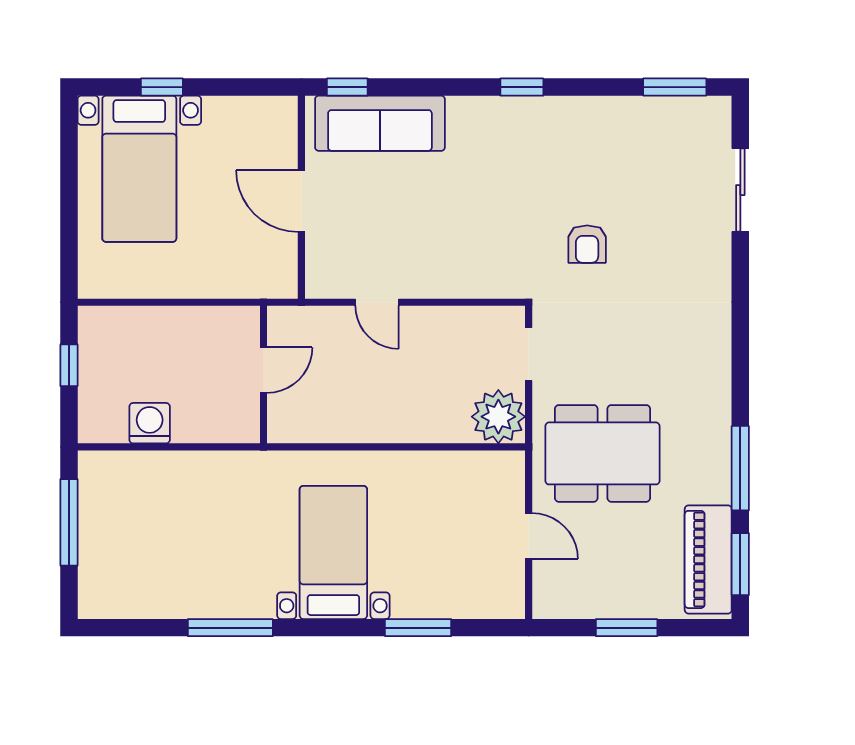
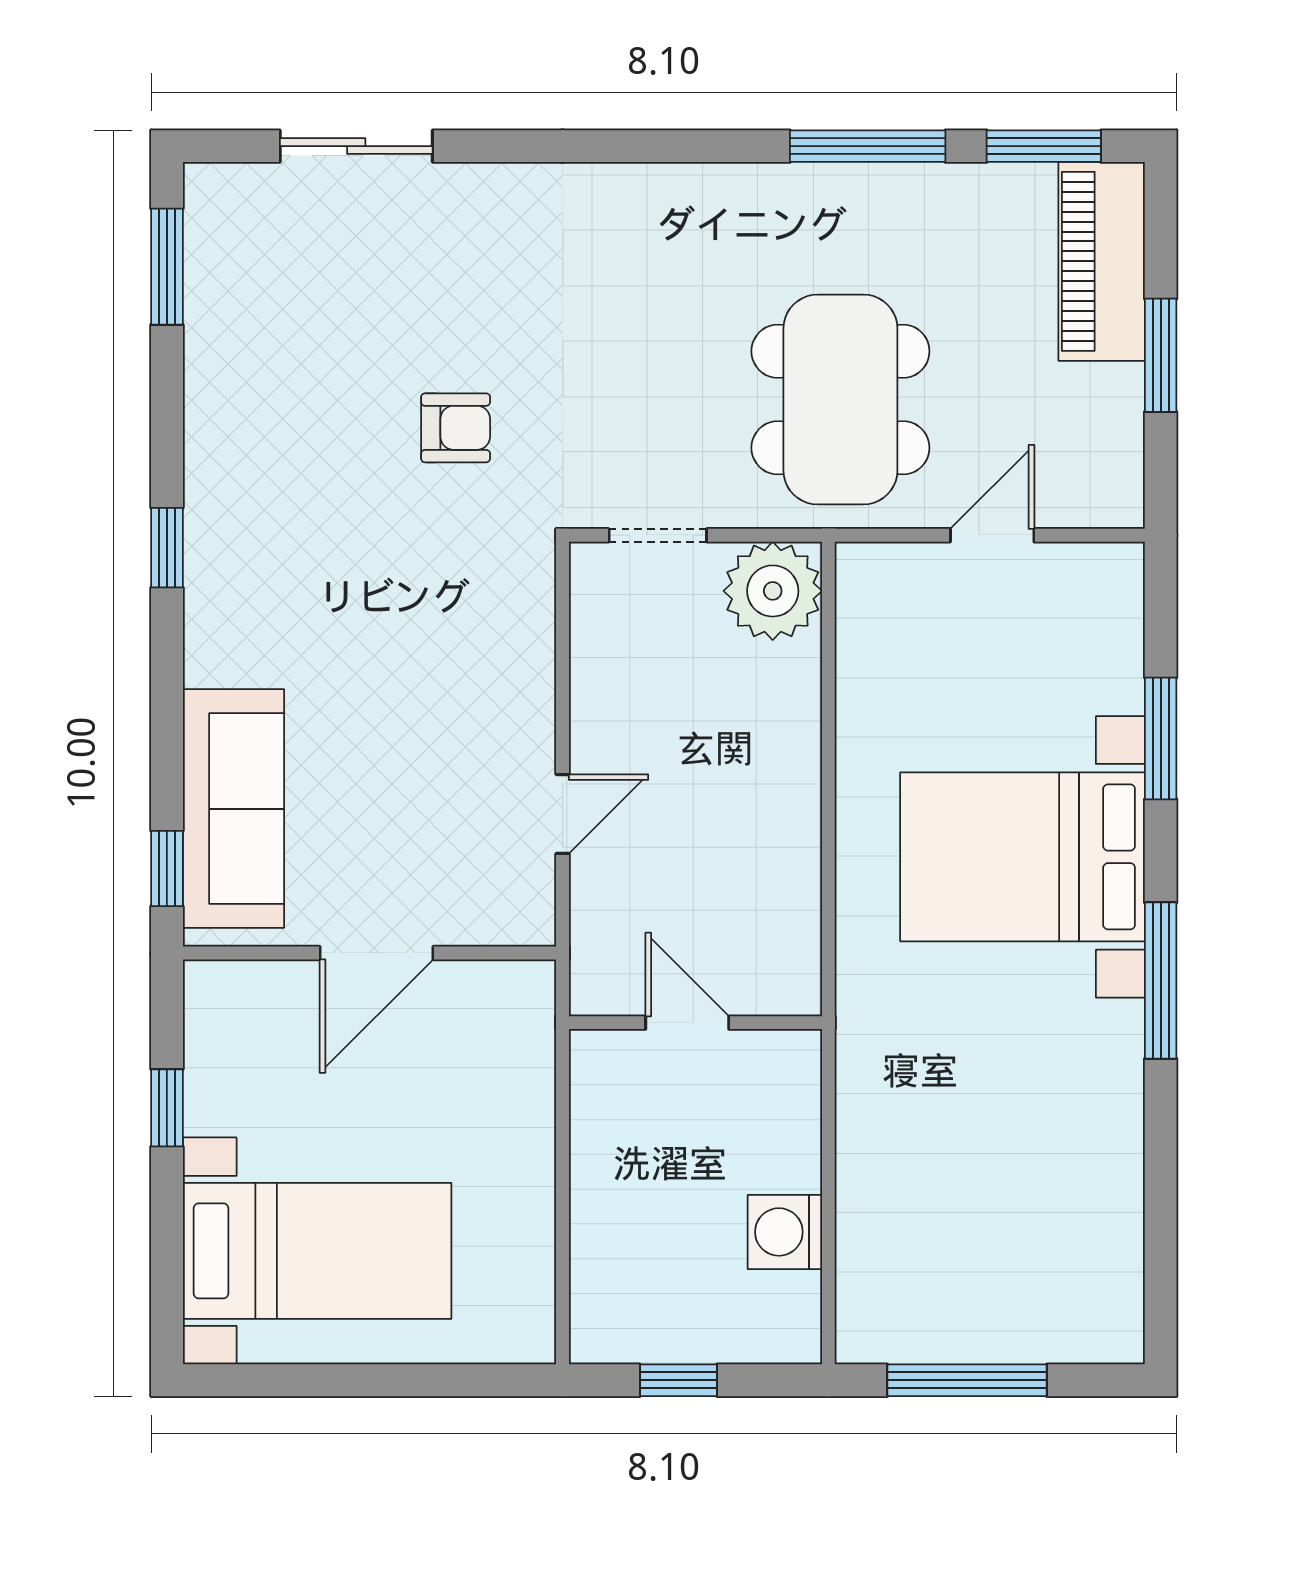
window: (162, 87) -> (167, 1108), moved
bed with nightstands: (333, 552) -> (1022, 857), width x1.36
piano: (708, 559) -> (1102, 261), moved, turned 90
window: (230, 628) -> (1161, 981), moved

